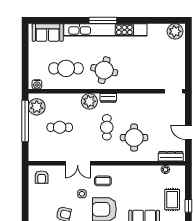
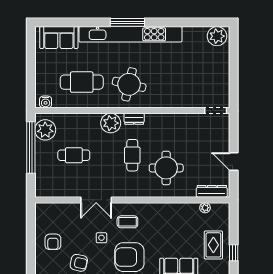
armchair: (42, 177) -> (53, 242), moved

